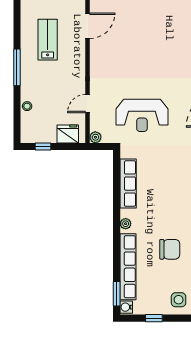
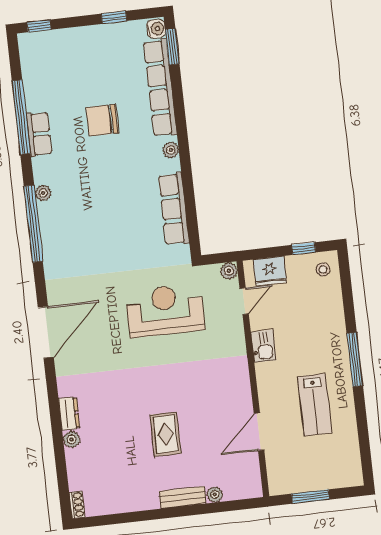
rug: (151, 31) -> (166, 434), added
kitchen sink: (78, 84) -> (264, 346), added
door: (88, 104) -> (244, 301), moved
stool: (27, 106) -> (323, 269), moved
side table: (179, 300) -> (81, 48), removed

